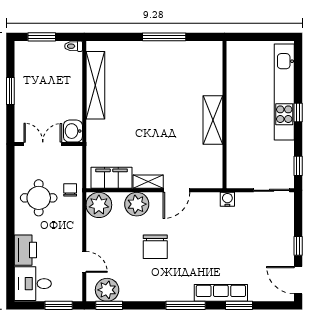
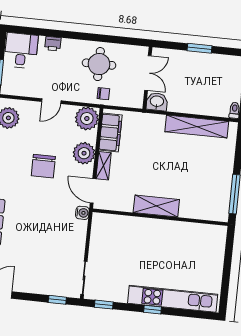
wall: (224, 115) -> (160, 217), moved
shelving: (213, 120) -> (156, 206), moved
water cooler: (227, 199) -> (82, 213), moved
window: (298, 246) -> (57, 300), moved
chair: (155, 247) -> (43, 166), turned -90
printer: (25, 250) -> (53, 44), width x0.53, depth x0.68
door: (84, 262) -> (51, 101), moved

